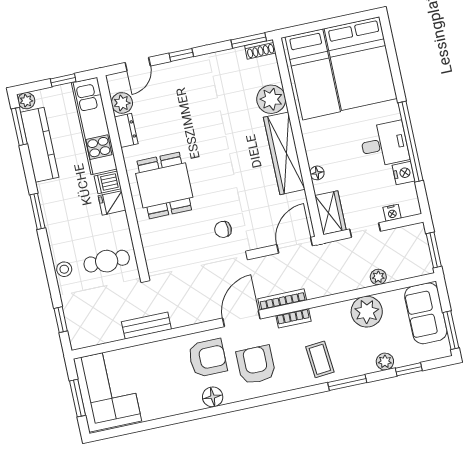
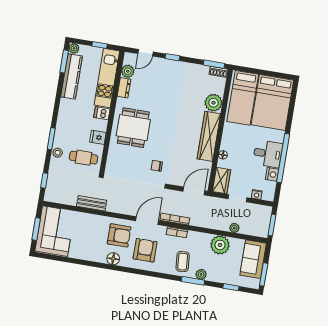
fridge: (112, 203) -> (98, 137), moved
window: (37, 211) -> (51, 139), moved
plant: (385, 362) -> (201, 274), moved

